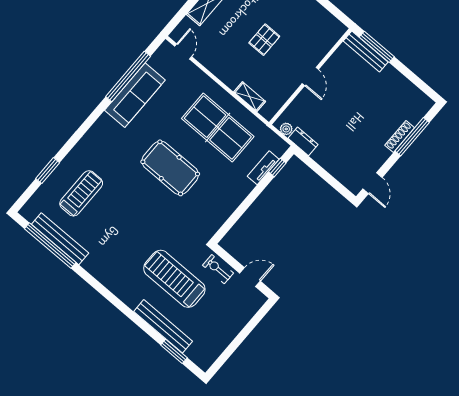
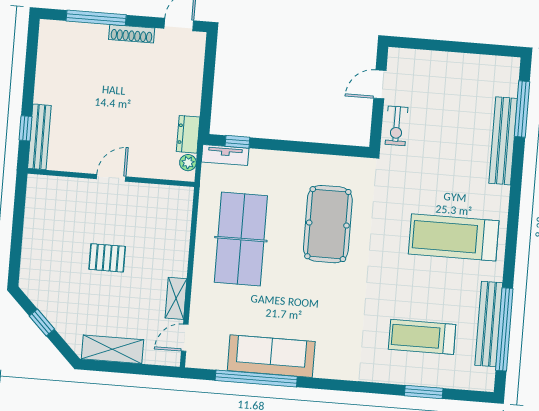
window: (377, 47) -> (26, 128), width x0.46
shelving: (250, 97) -> (176, 298), moved
shoe rack: (400, 136) -> (132, 34), moved
pool table: (170, 168) -> (328, 224), moved
tv unit: (263, 168) -> (225, 155), moved
door: (250, 277) -> (380, 84), hinge flipped
treadmill: (174, 279) -> (454, 237), moved, turned 90
window: (174, 351) -> (522, 109), width x1.44

